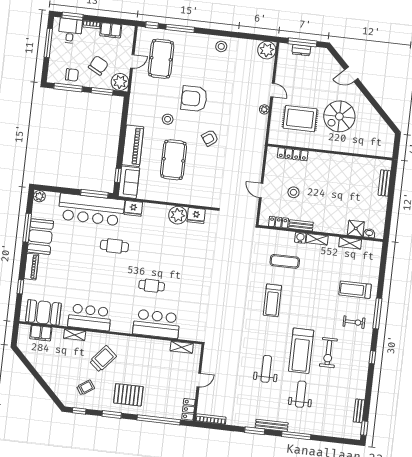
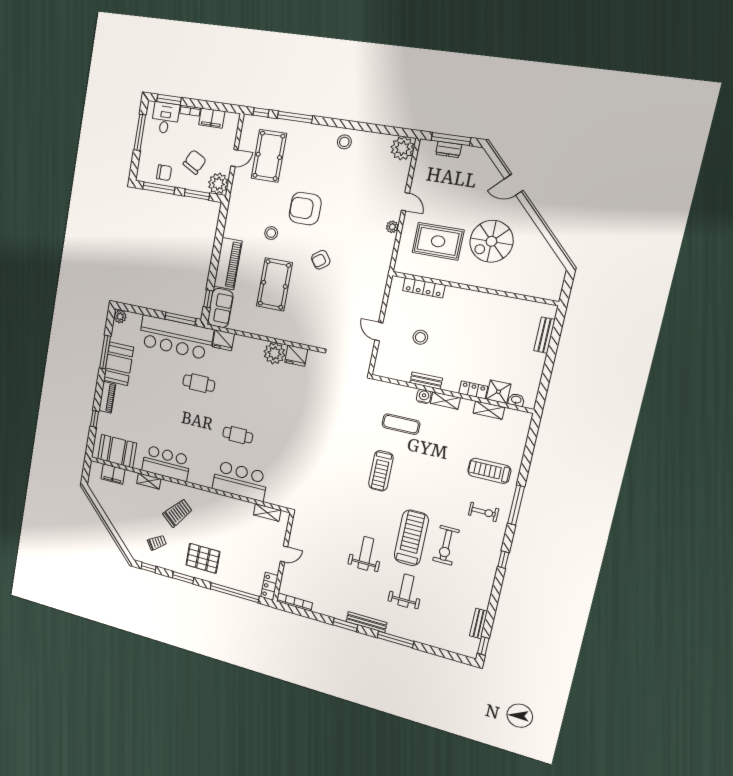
locker: (278, 222) -> (473, 390), moved
treadmill: (301, 351) -> (411, 538), turned 180

